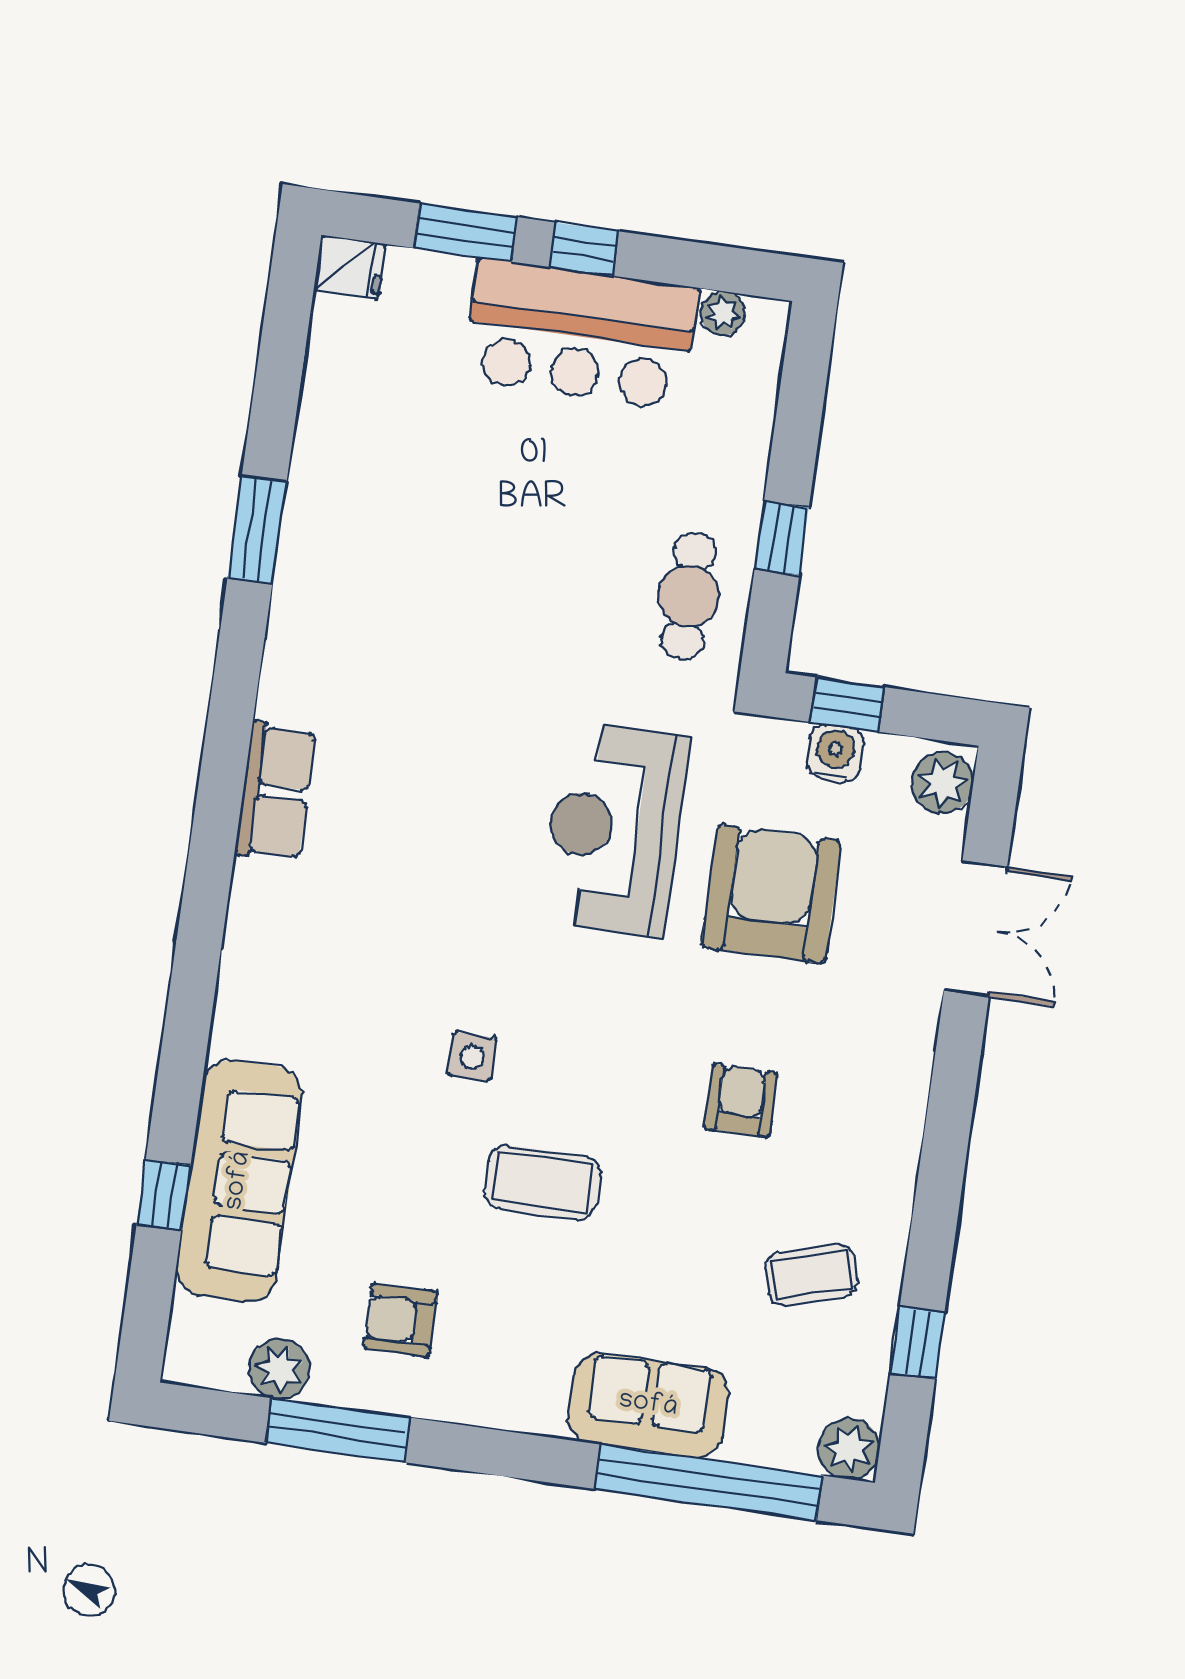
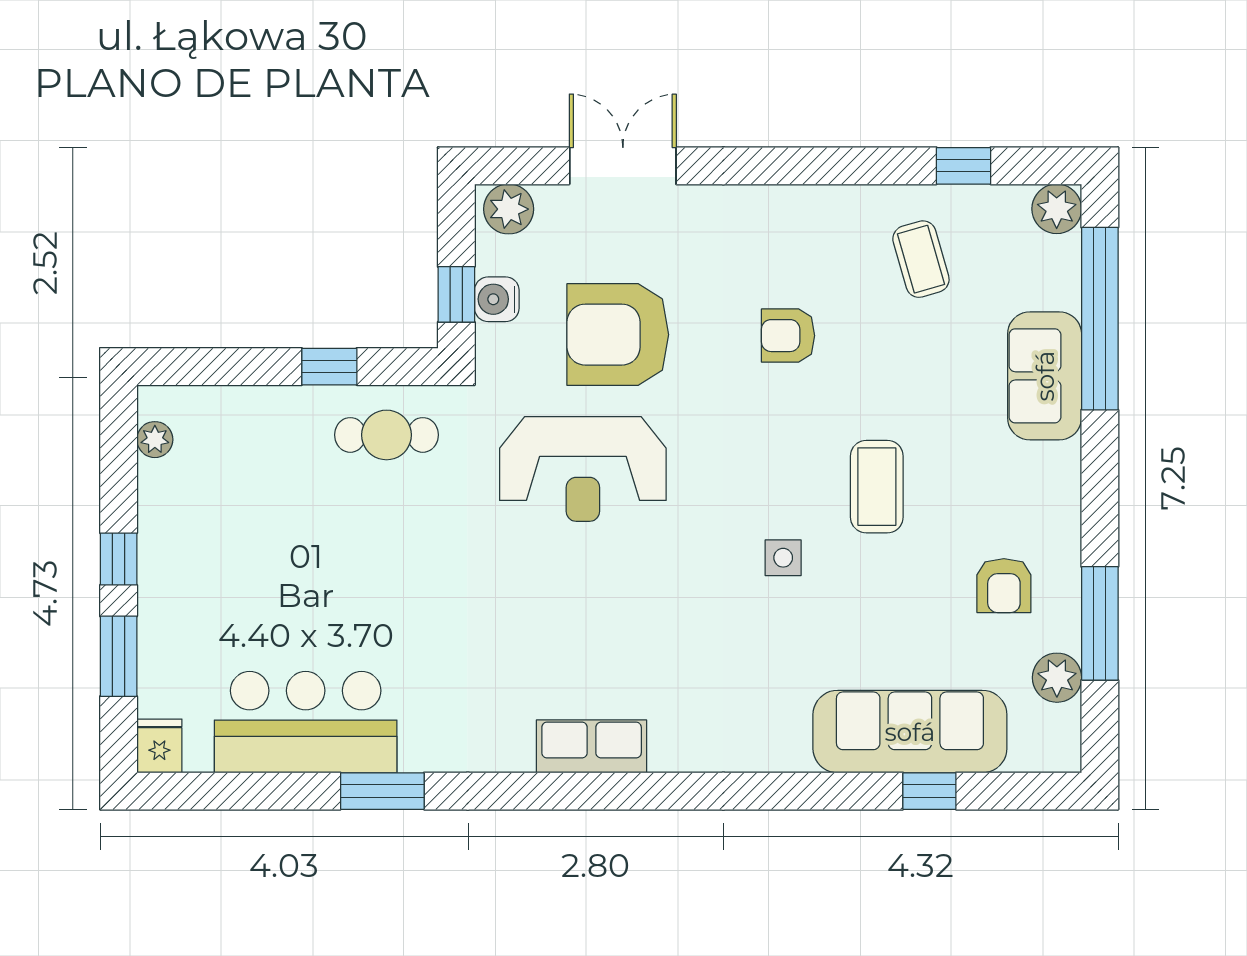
bar counter: (580, 334) -> (306, 722), moved, turned -90

